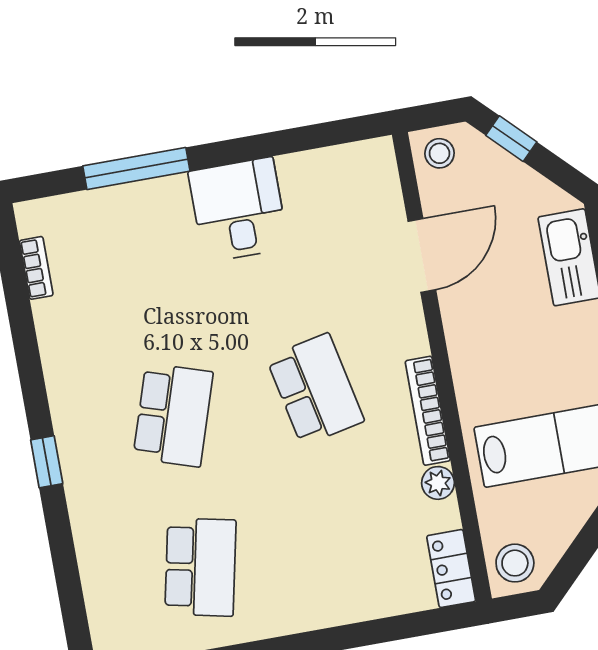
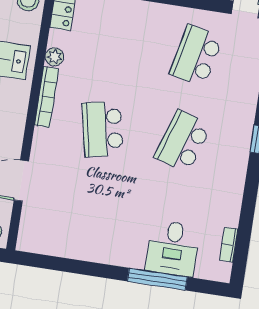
desk: (238, 210) -> (173, 248), moved

